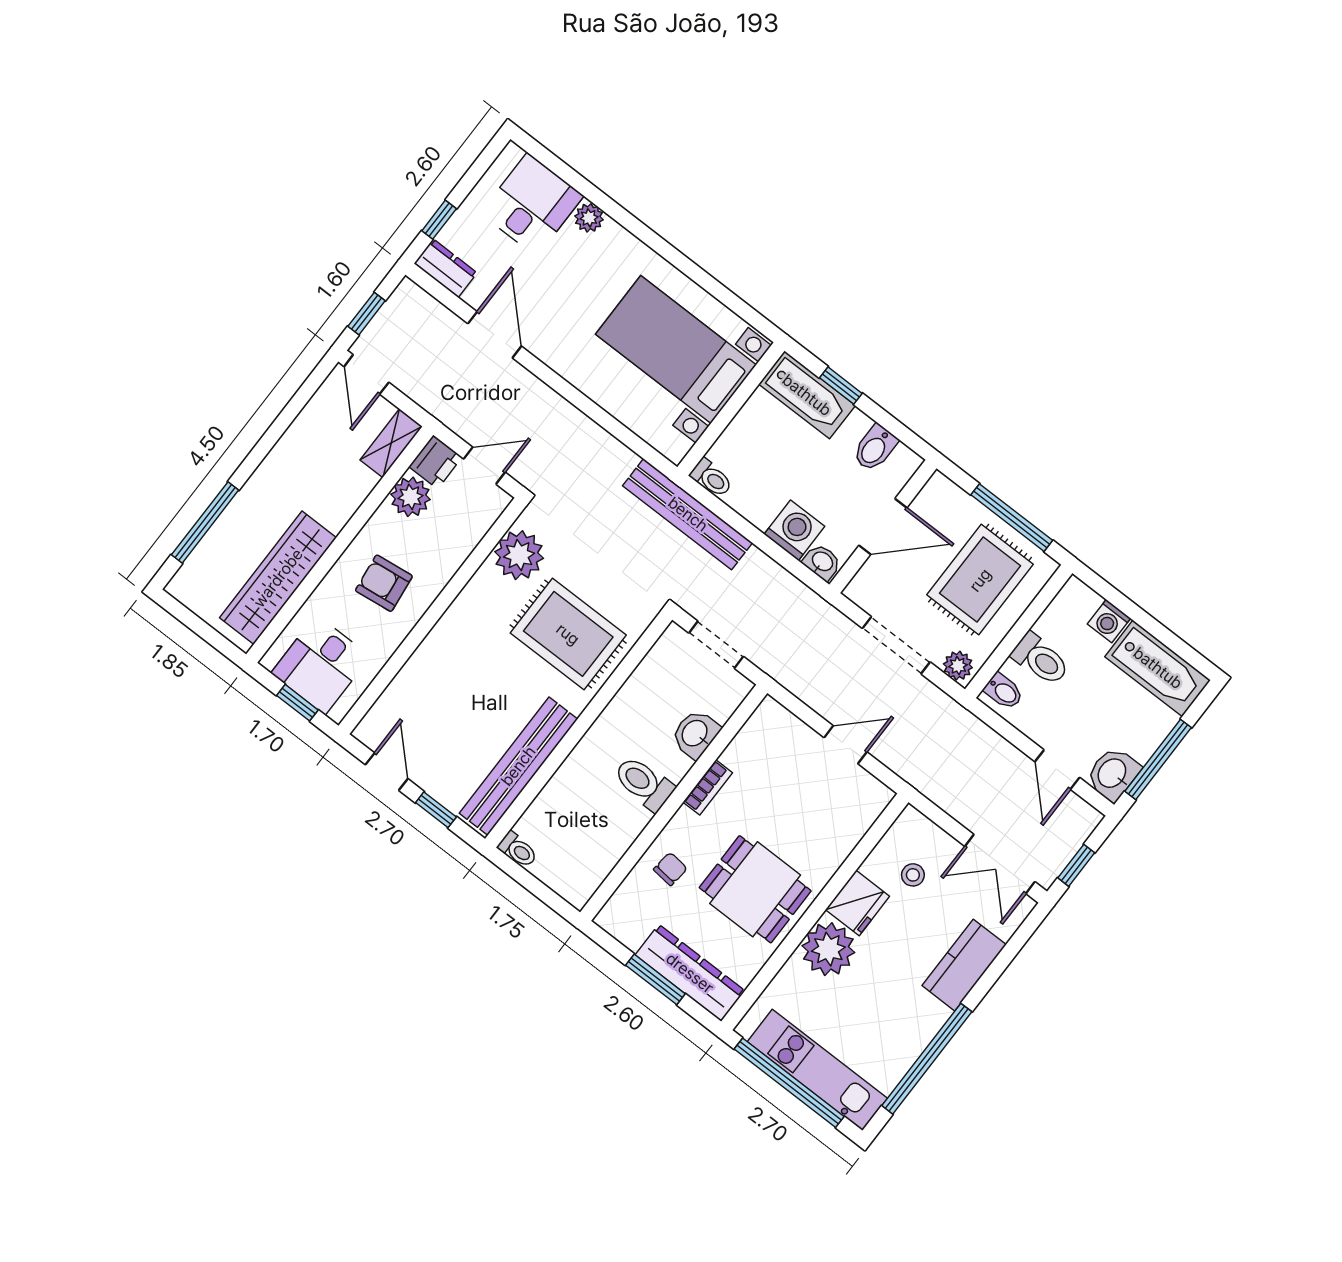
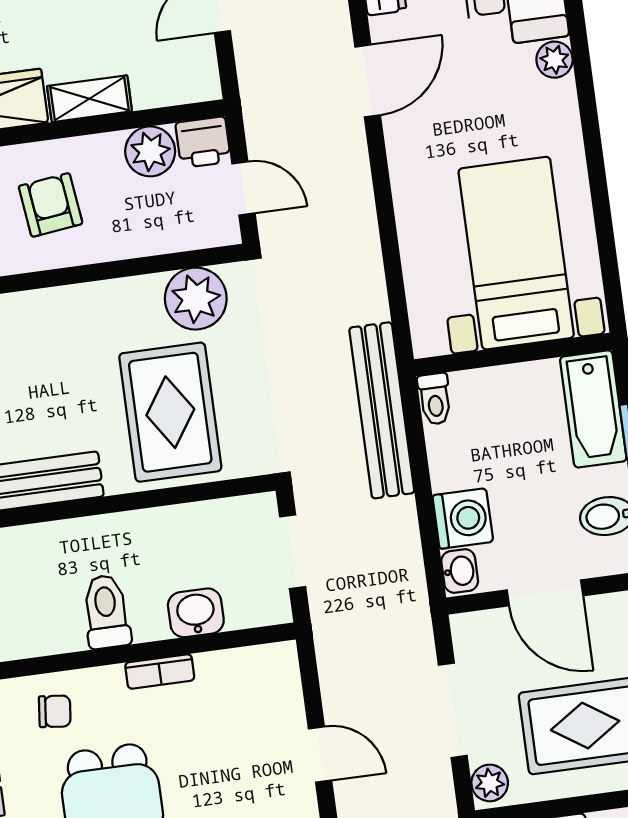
shelving: (391, 443) -> (89, 99), moved

